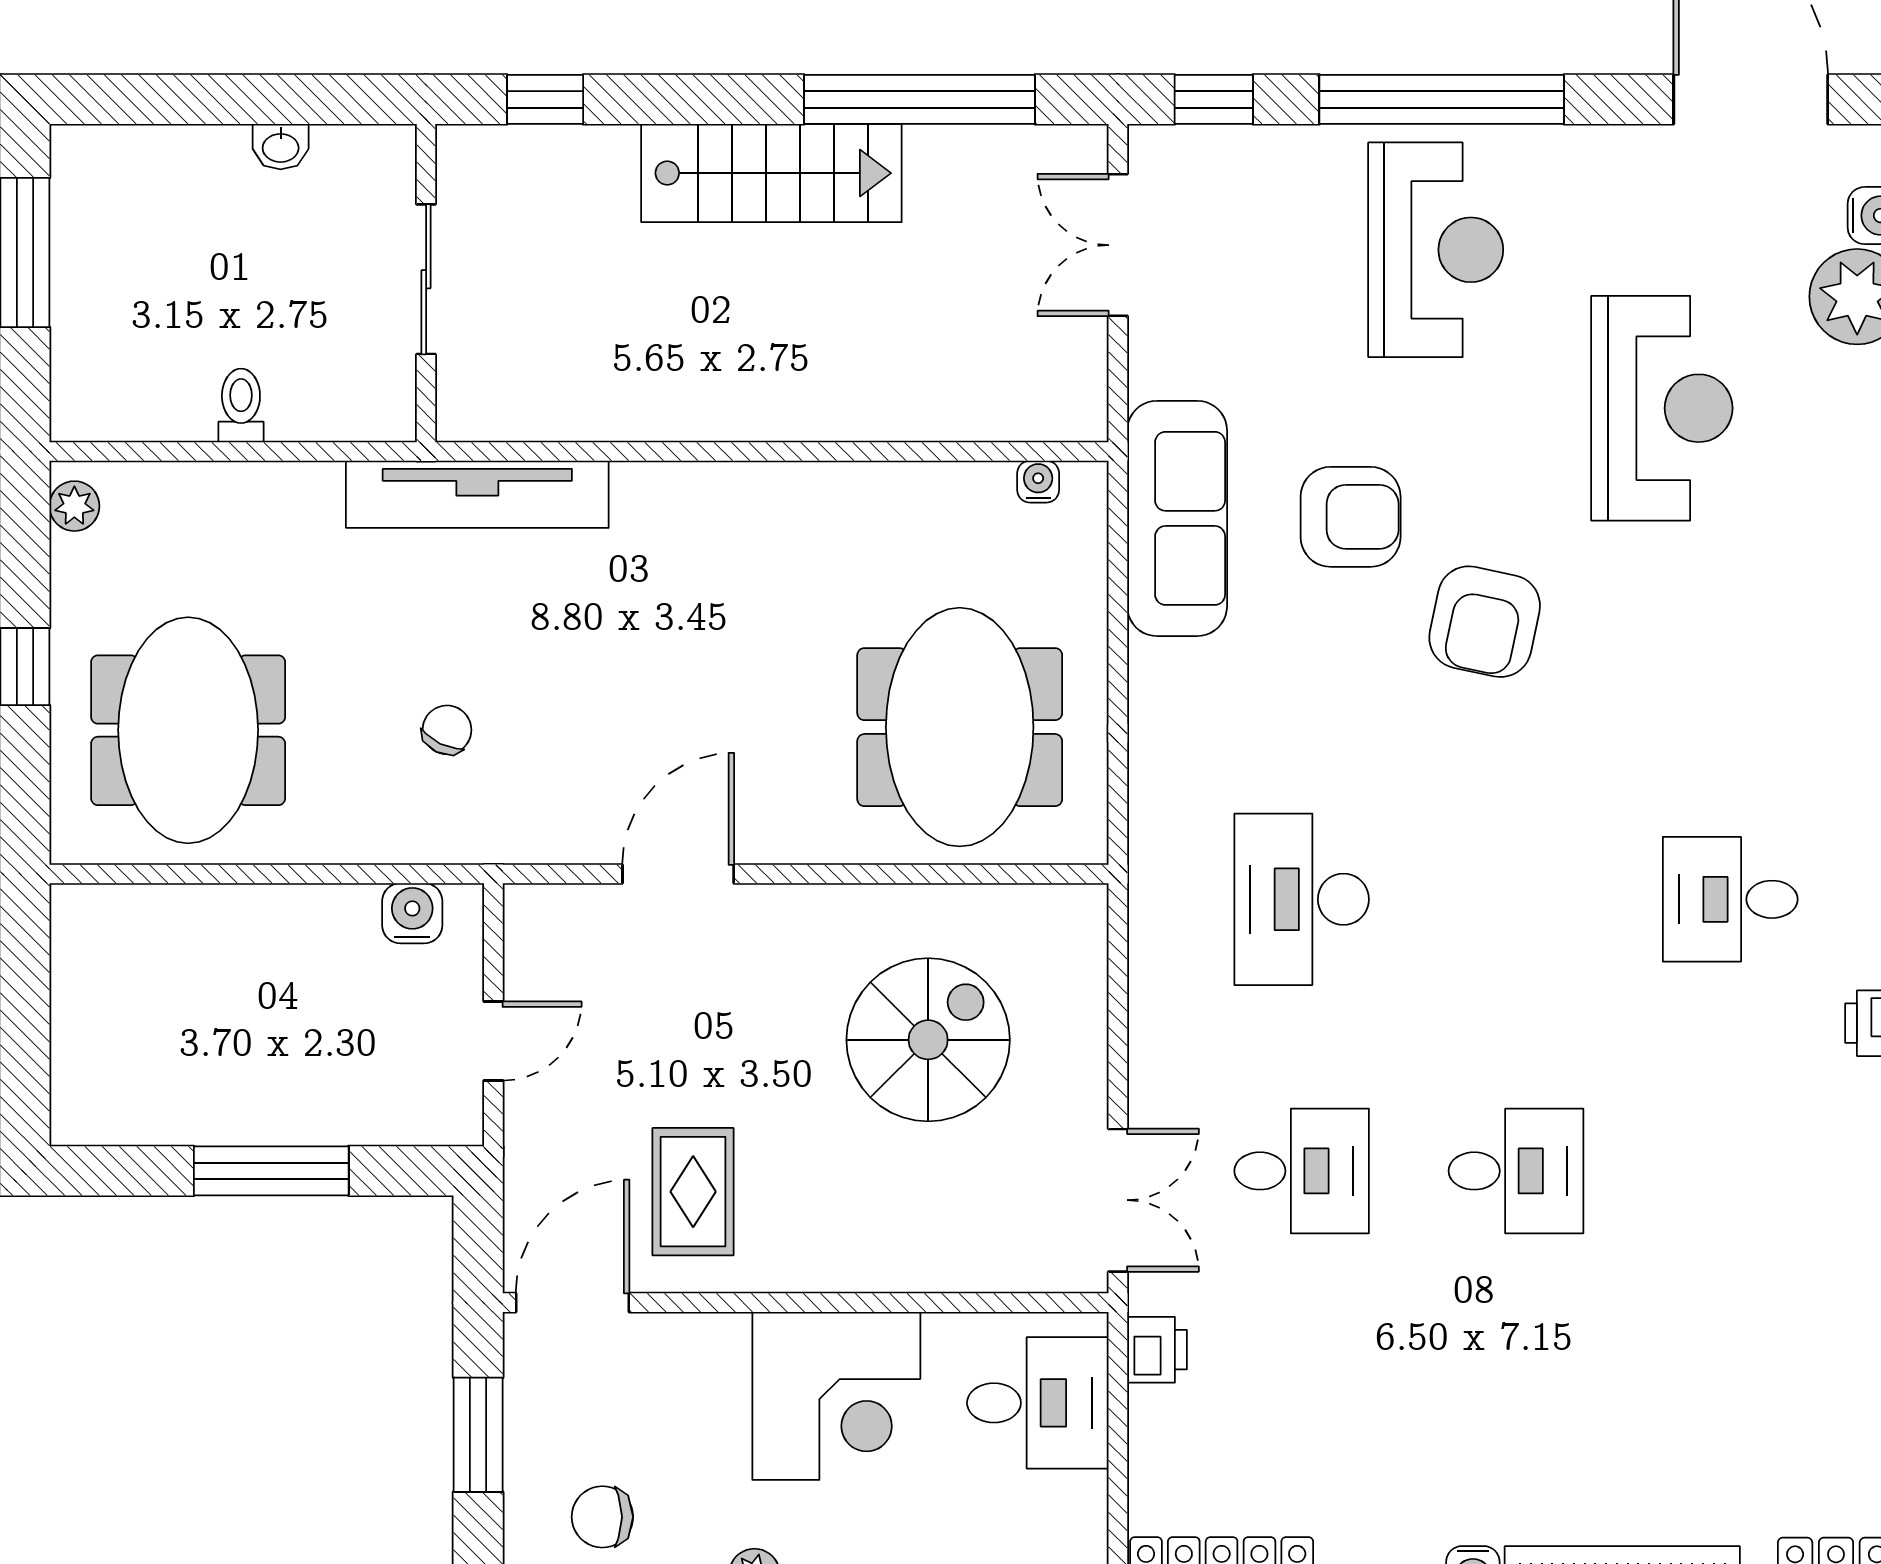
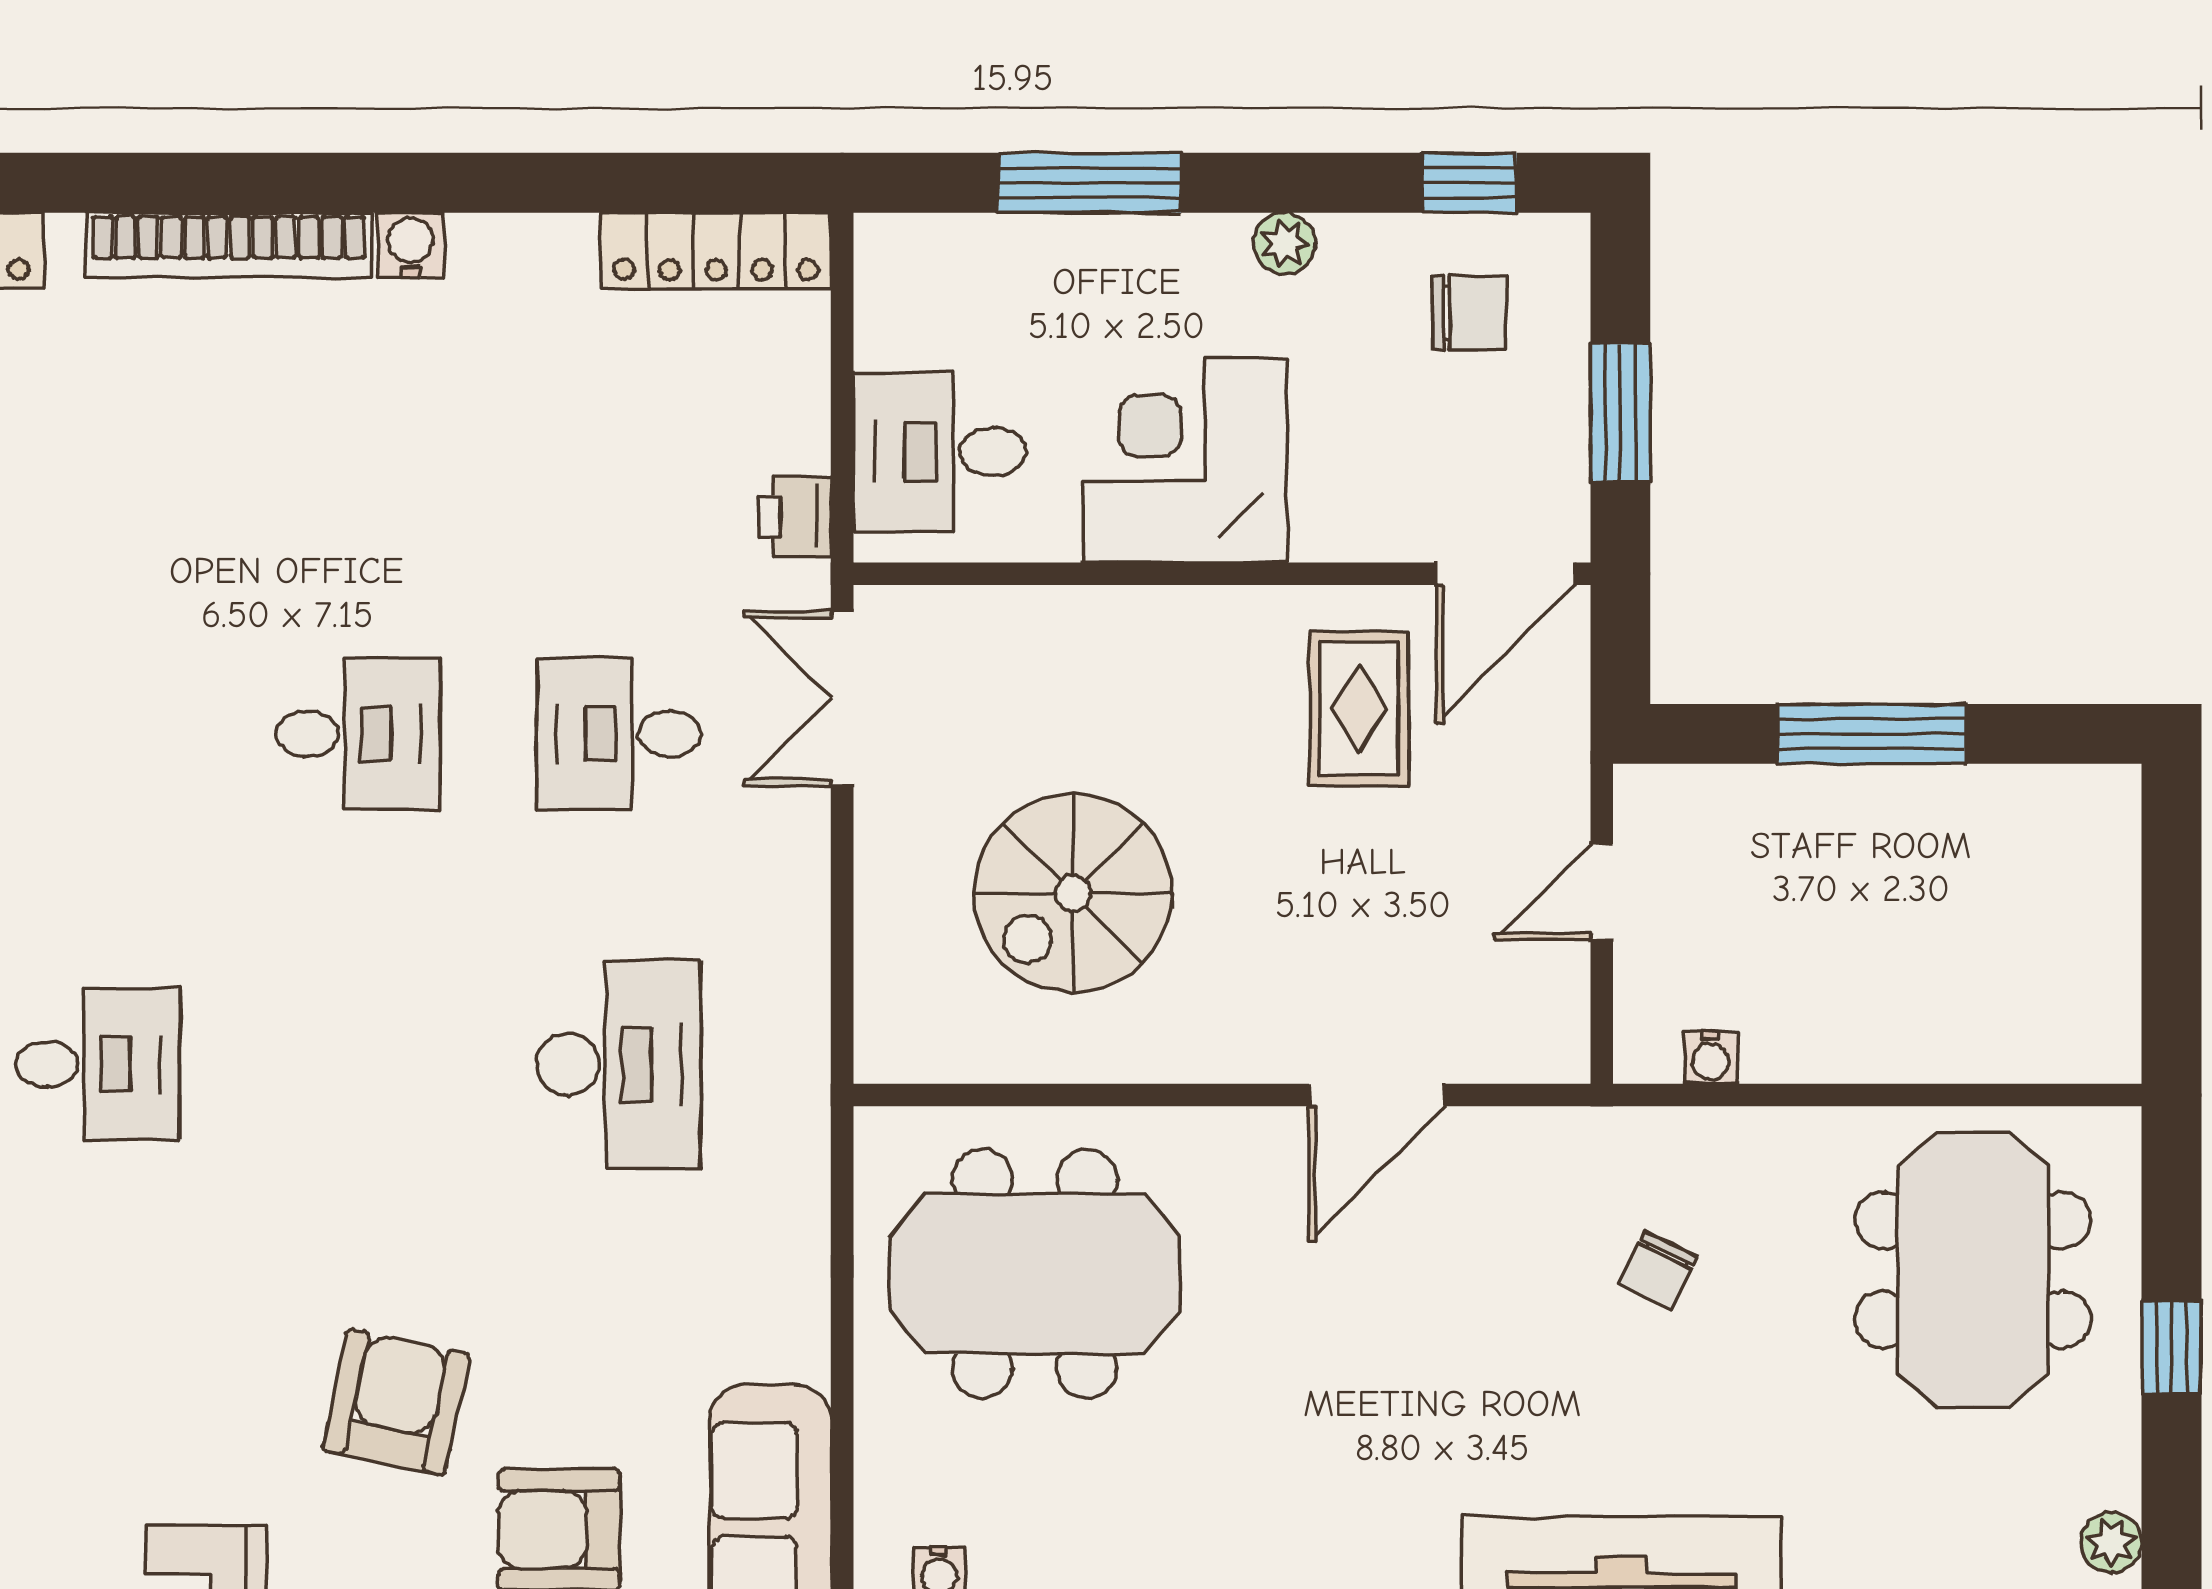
meeting table: (960, 727) -> (1035, 1274), turned 90
water cooler: (412, 913) -> (1711, 1057), width x0.72, depth x0.72
desk: (1516, 1171) -> (358, 734), turned 180

